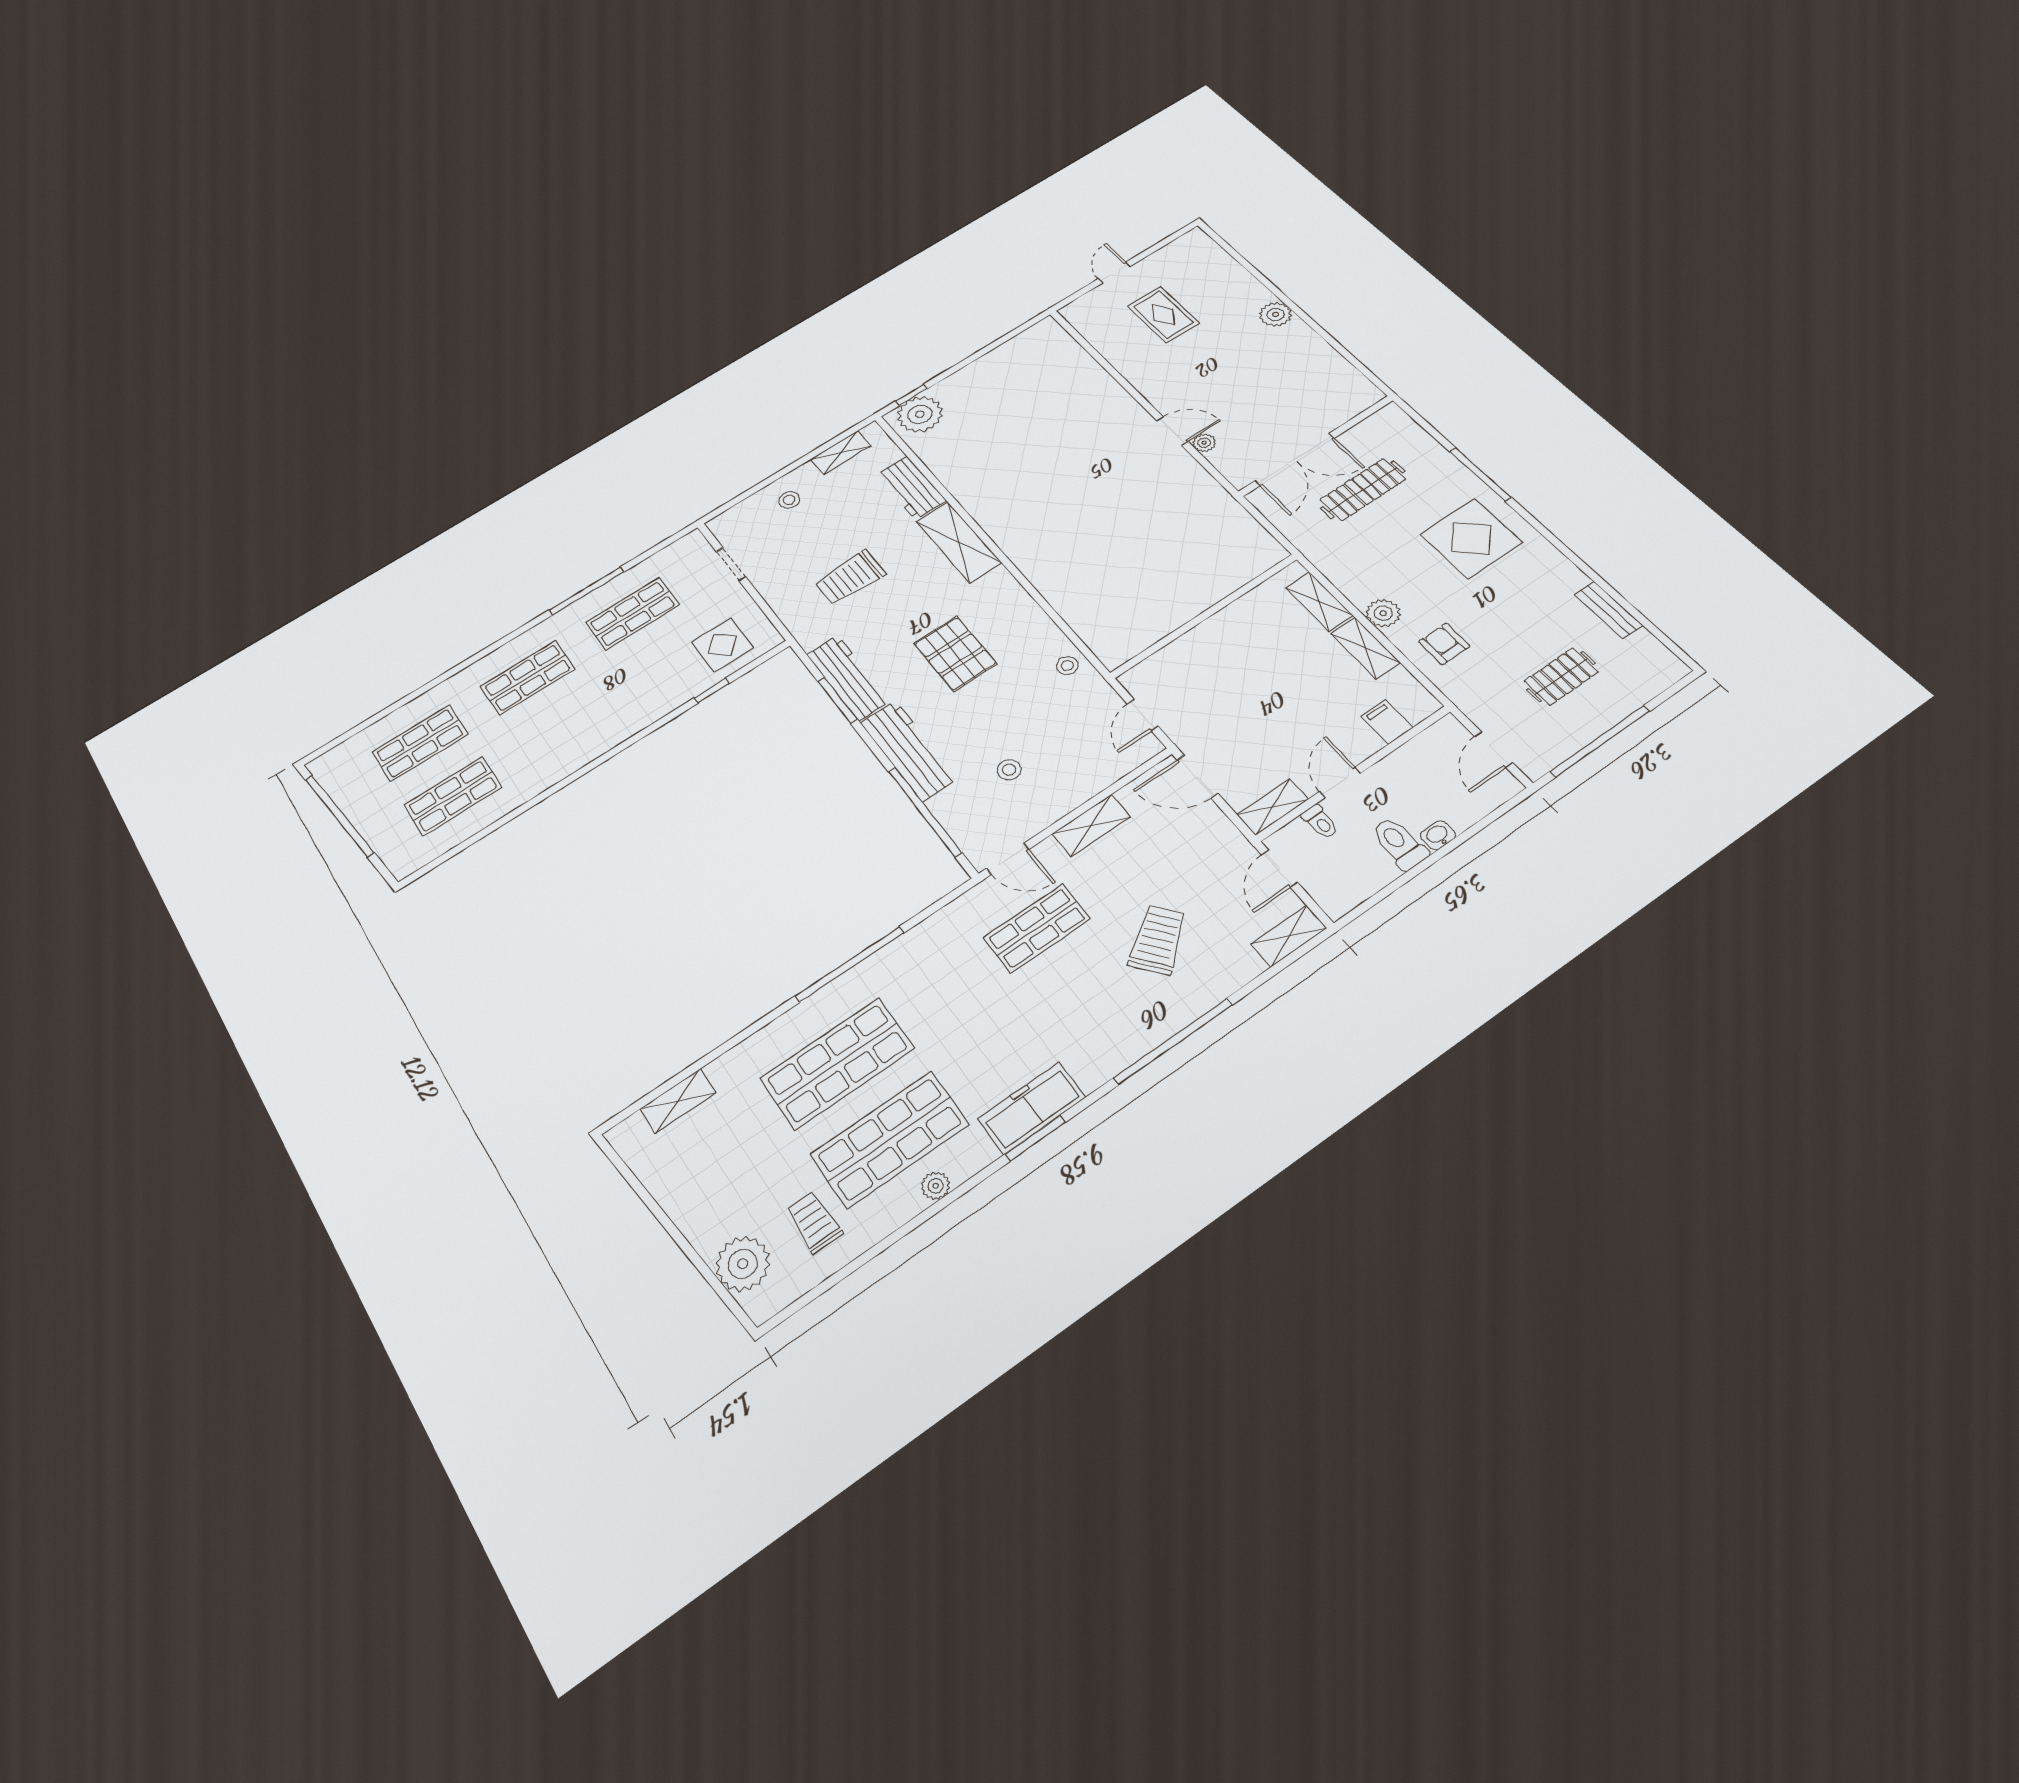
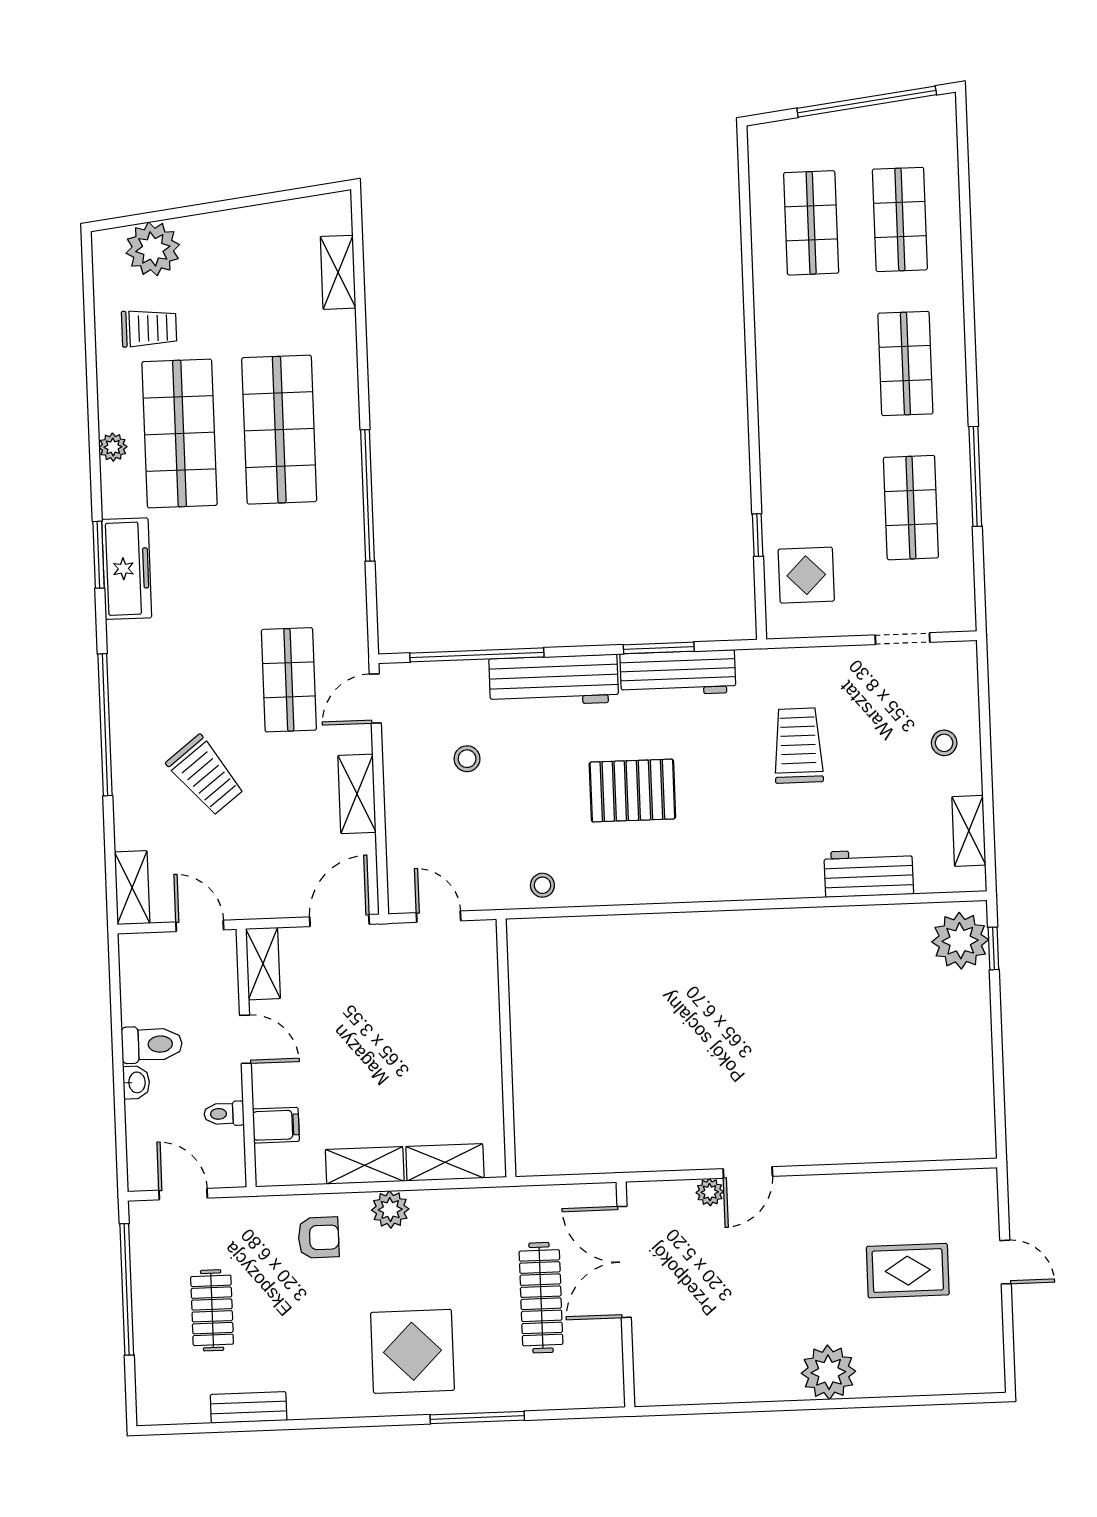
plant: (1276, 314) -> (828, 1372), width x1.36, depth x1.36
shelving: (959, 542) -> (764, 877), removed
toilet: (1320, 822) -> (224, 1114), moved

